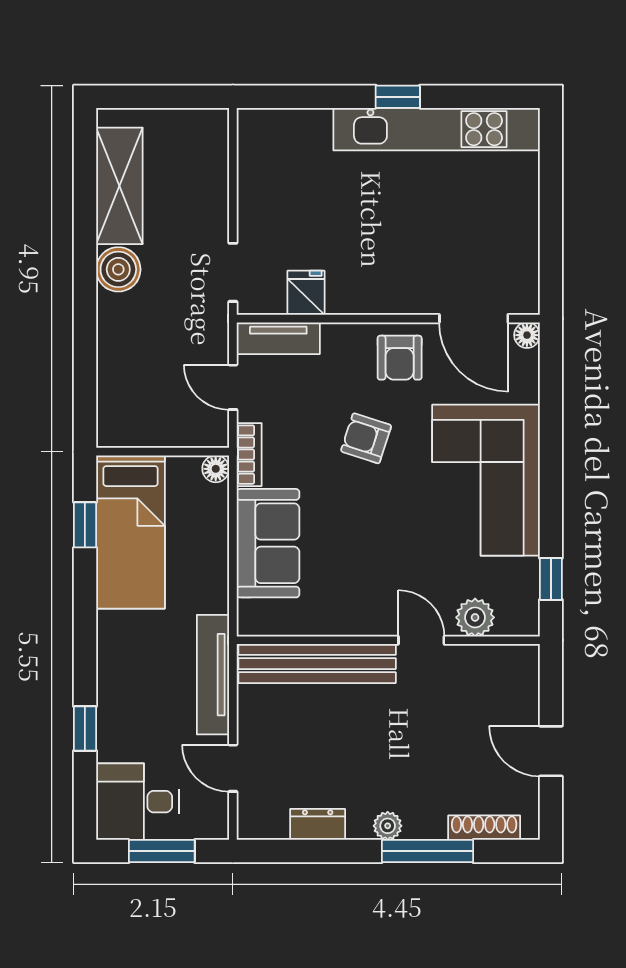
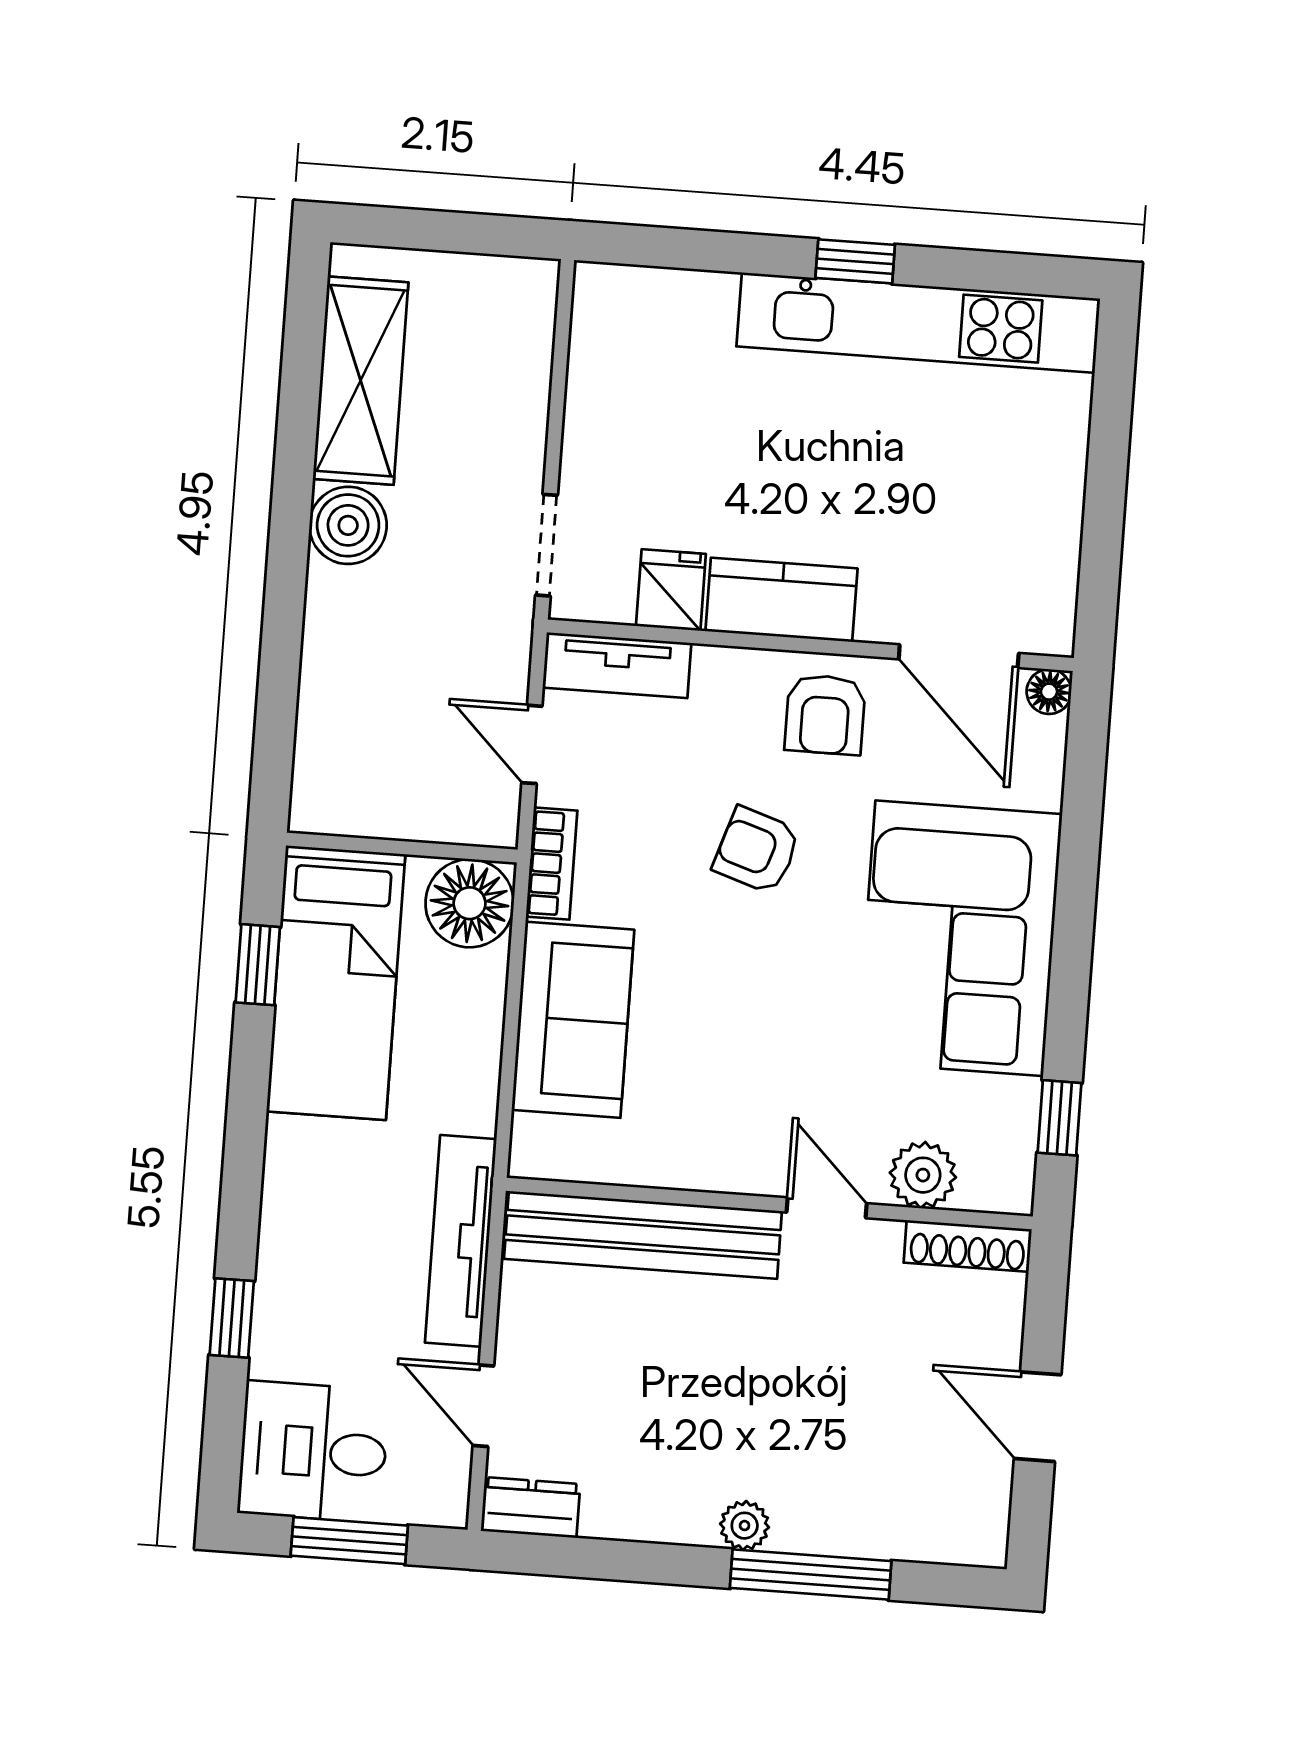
kitchen counter: (370, 294) -> (782, 600), added
floor lamp: (216, 469) -> (470, 903), width x1.89, depth x1.89
dresser: (318, 824) -> (530, 1507), moved
shoe rack: (484, 828) -> (968, 1246), moved, turned 180

